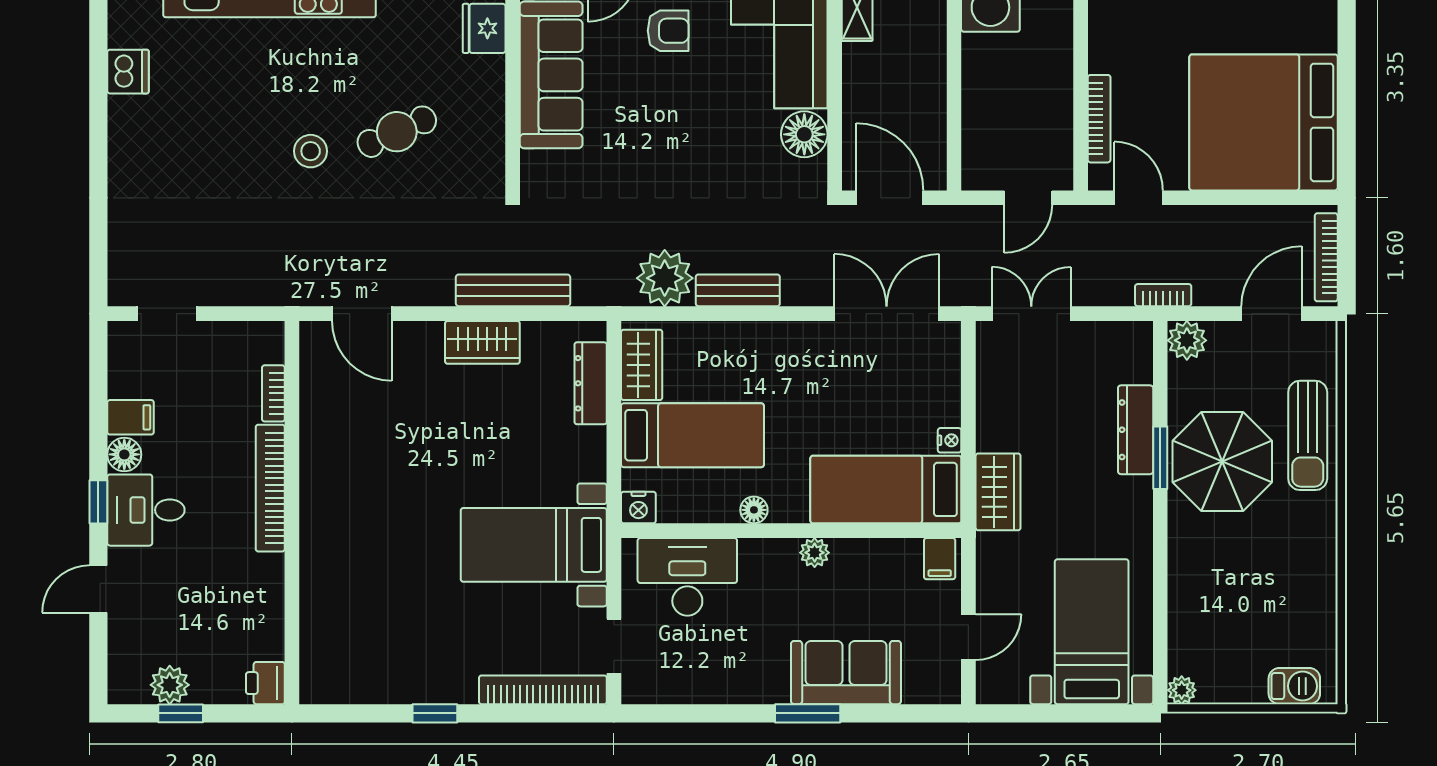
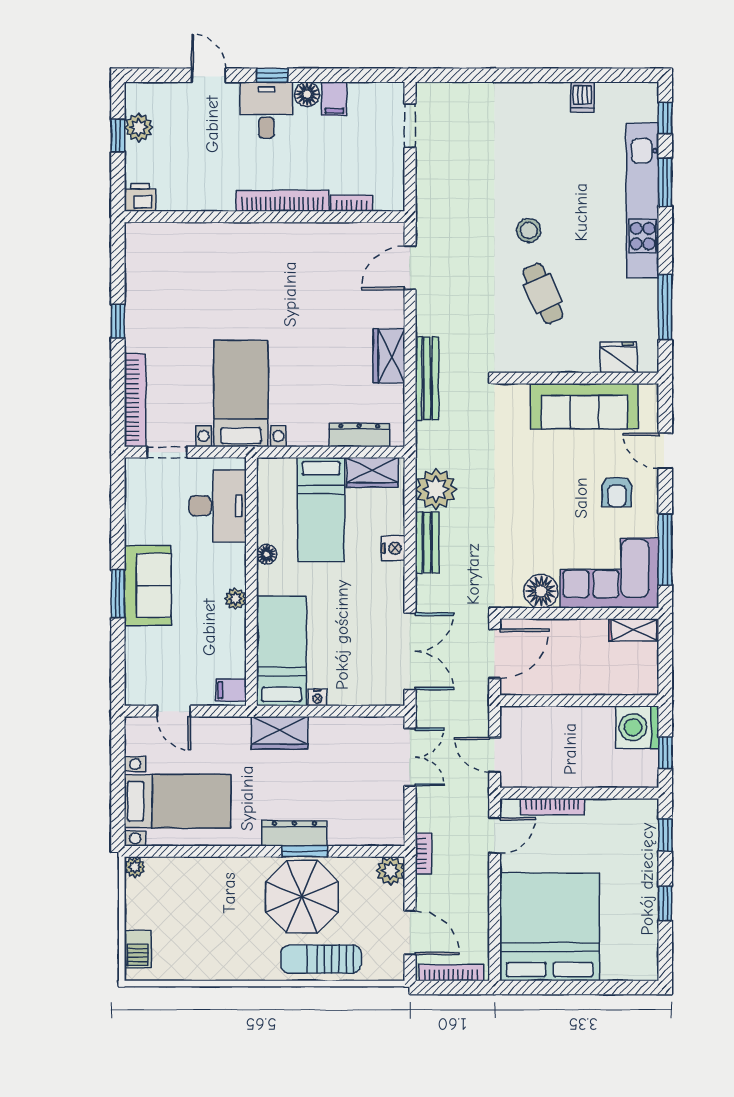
dishwasher: (128, 72) -> (582, 97), width x0.73
dresser: (1136, 430) -> (294, 833), moved
nightstand: (638, 507) -> (393, 548), moved, turned 180
sofa: (846, 673) -> (148, 585), moved

